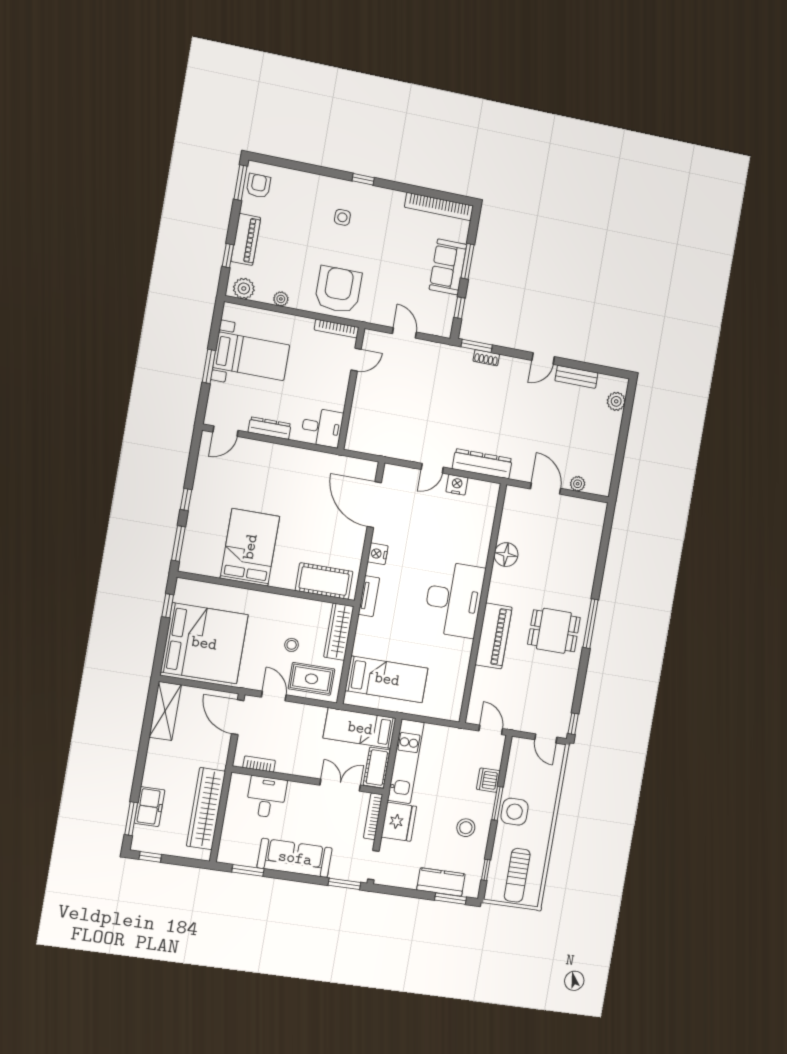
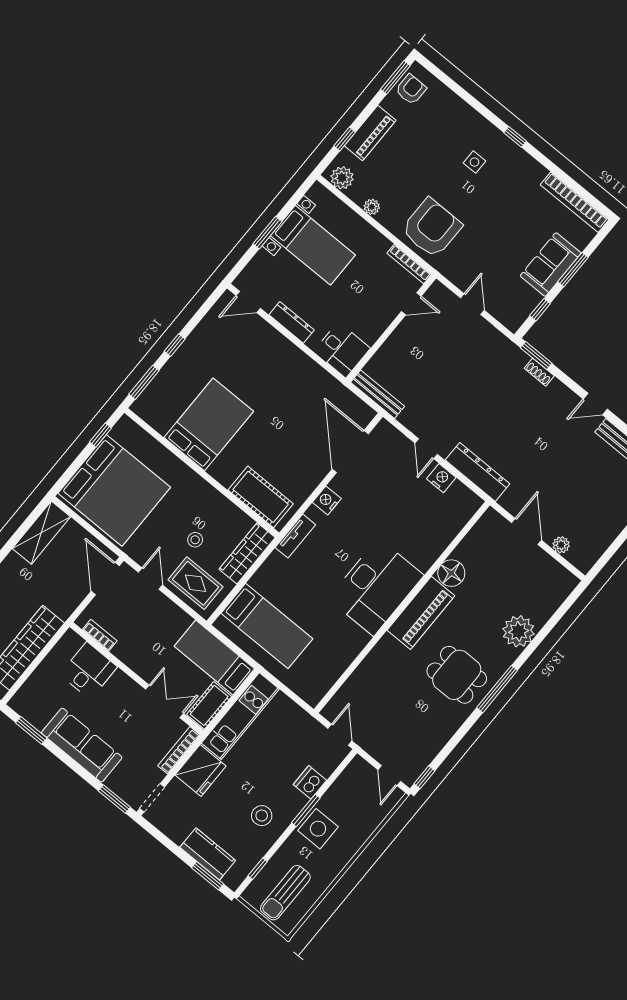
bench: (370, 447) -> (378, 394), added
door: (432, 468) -> (426, 449), hinge flipped
plant: (582, 570) -> (519, 631), added
piano: (494, 636) -> (421, 613), moved

